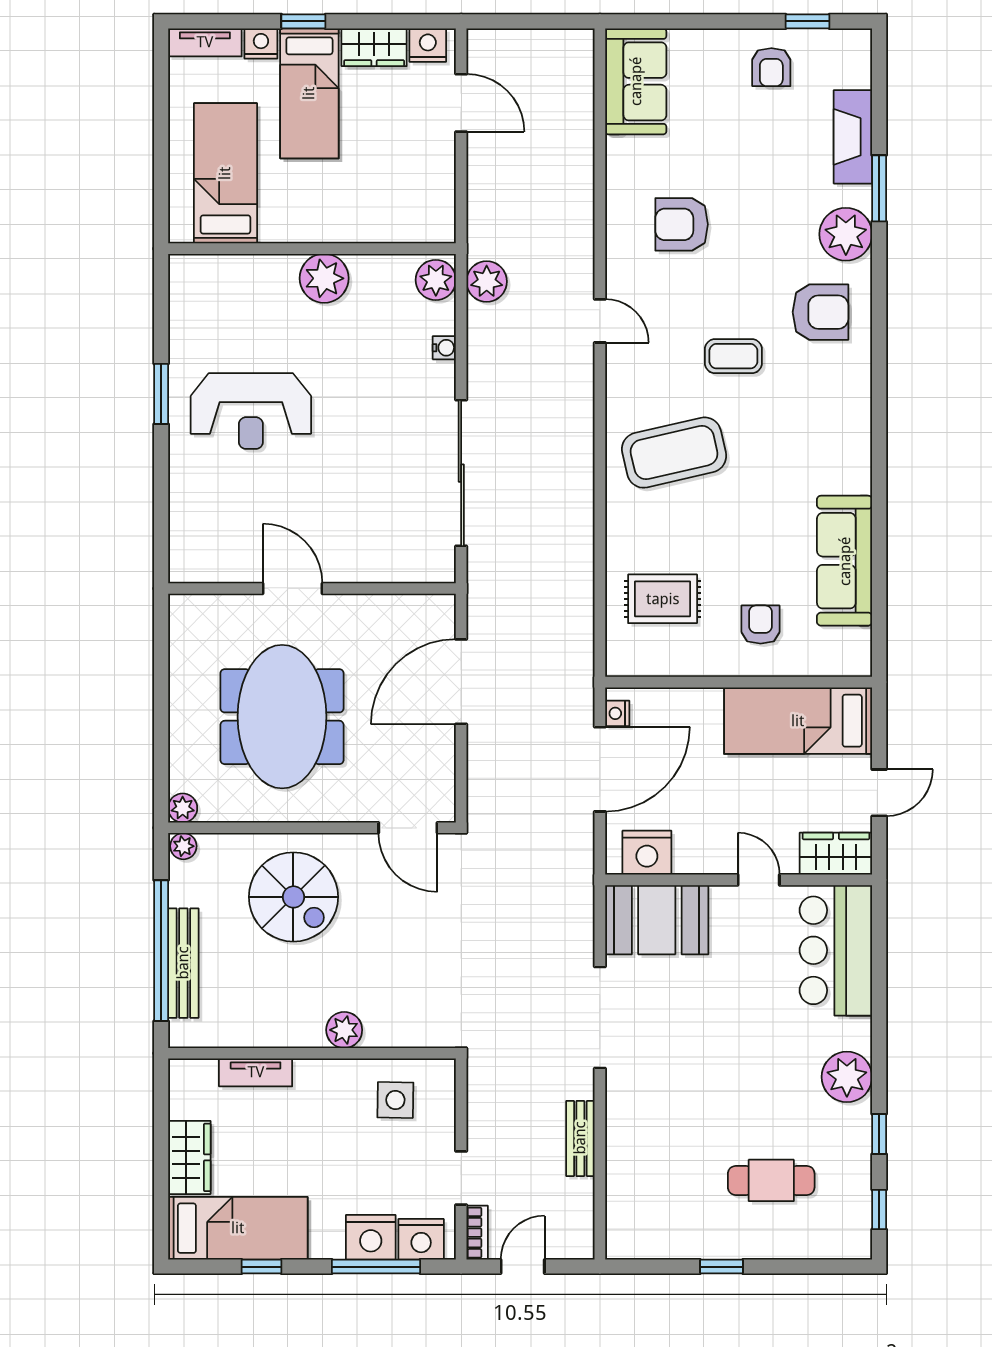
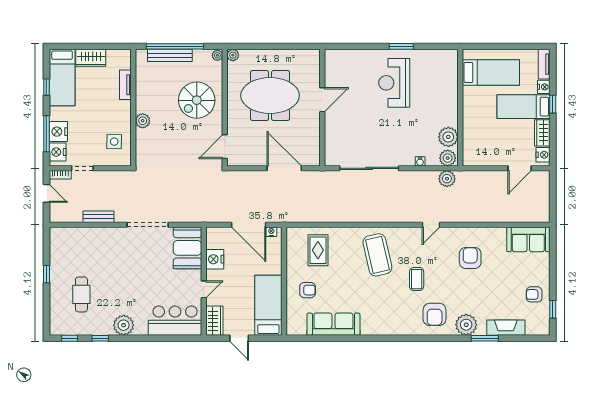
plant: (324, 278) -> (448, 137), moved
nightstand: (647, 853) -> (215, 259), moved

